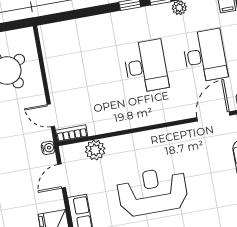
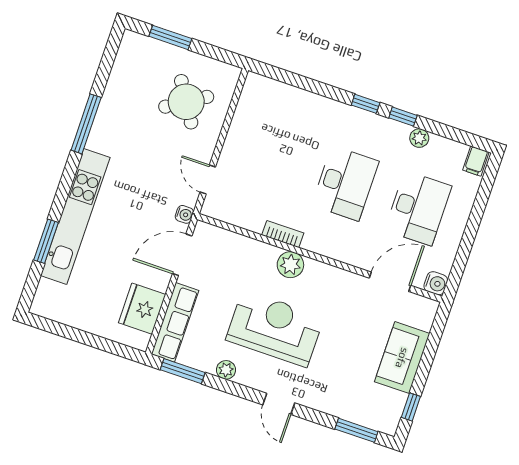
bookcase: (72, 133) -> (283, 234), moved
plant: (95, 150) -> (290, 265), moved
door: (62, 176) -> (182, 255), width x1.38

